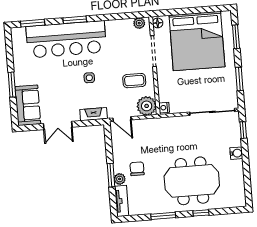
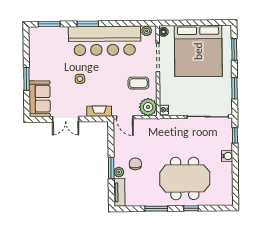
bar counter: (66, 39) -> (105, 41), moved
side table: (89, 78) -> (80, 79), moved

